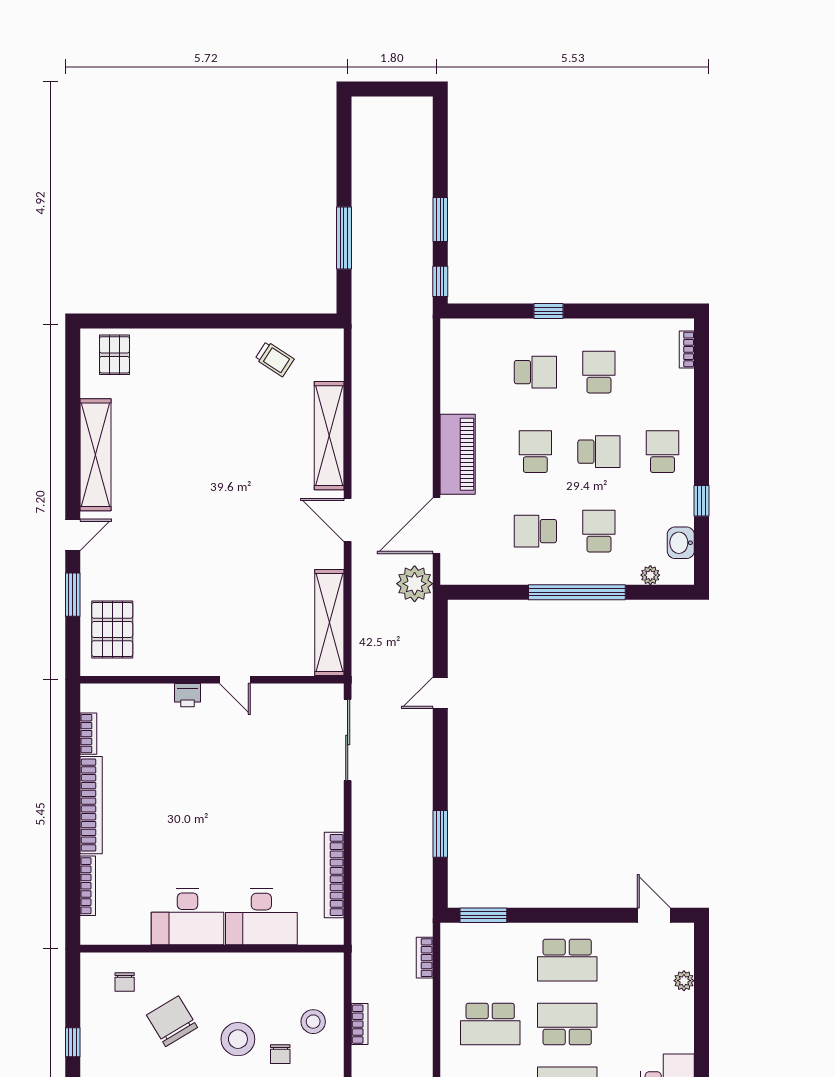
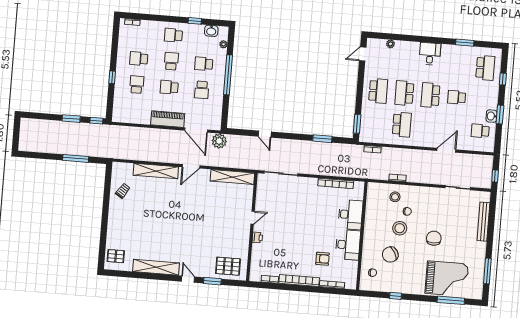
armchair: (149, 858) -> (323, 259), added

